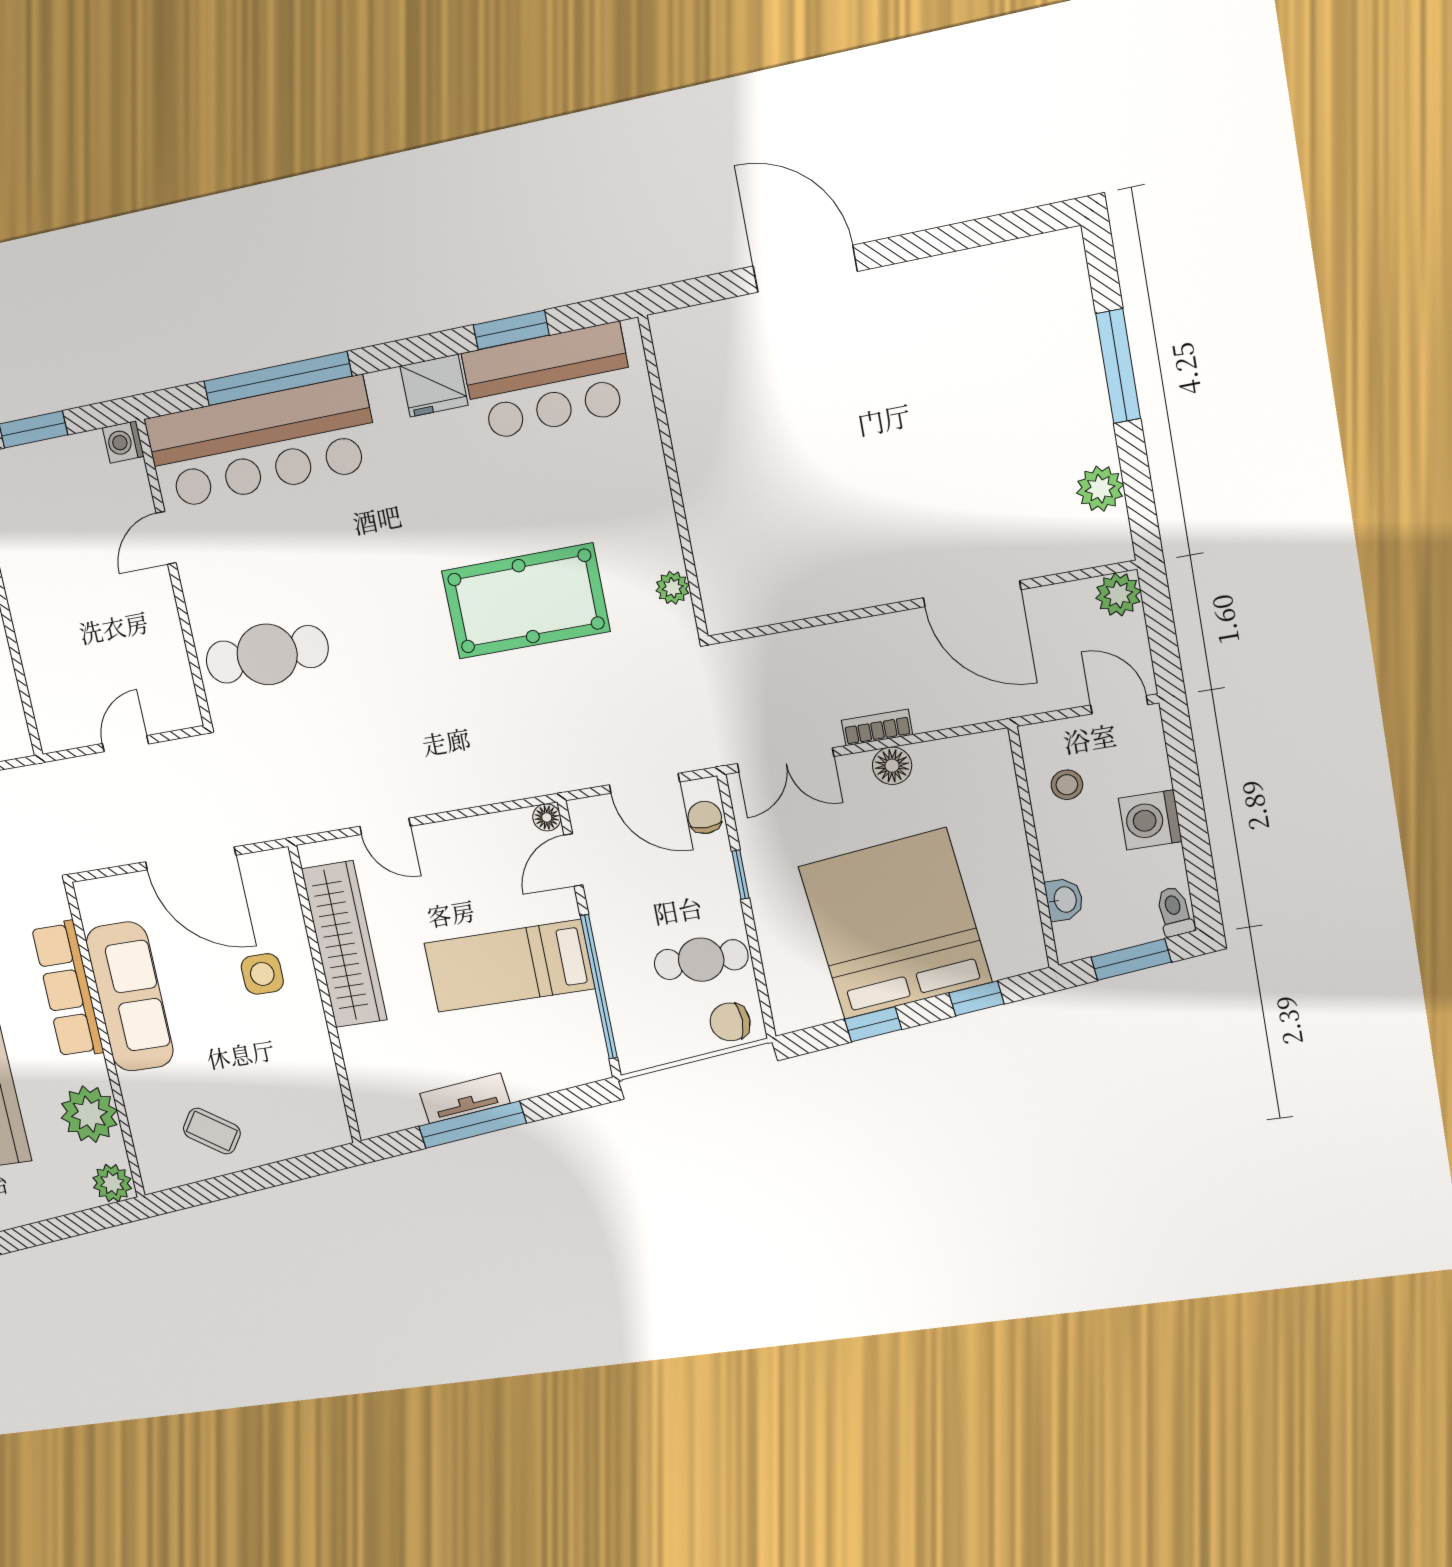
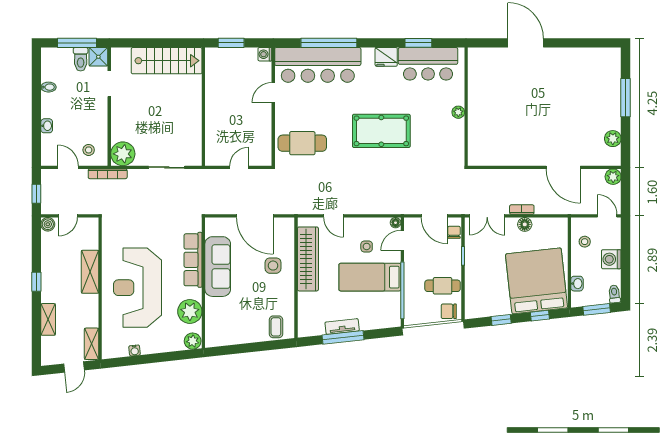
plant: (673, 588) -> (458, 112), moved
pool table: (526, 601) -> (381, 131), moved
side table: (485, 890) -> (367, 246), added
bed: (895, 924) -> (537, 281), moved
coffee table: (212, 1131) -> (276, 327), moved, turned 56

